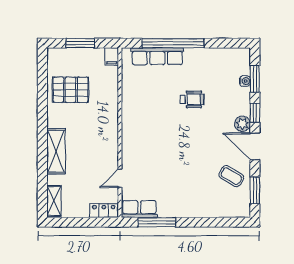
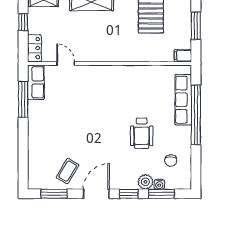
chair: (220, 69) -> (171, 161), added
wheelchair: (192, 99) -> (142, 133), width x1.36, depth x1.37
plant: (242, 124) -> (145, 182), moved
window: (77, 222) -> (23, 22), added

